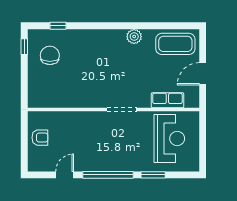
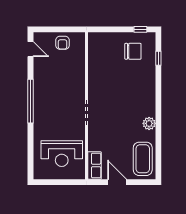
row of seats: (167, 100) -> (94, 165), moved
door: (65, 175) -> (31, 49), moved
window: (153, 175) -> (31, 140), removed

